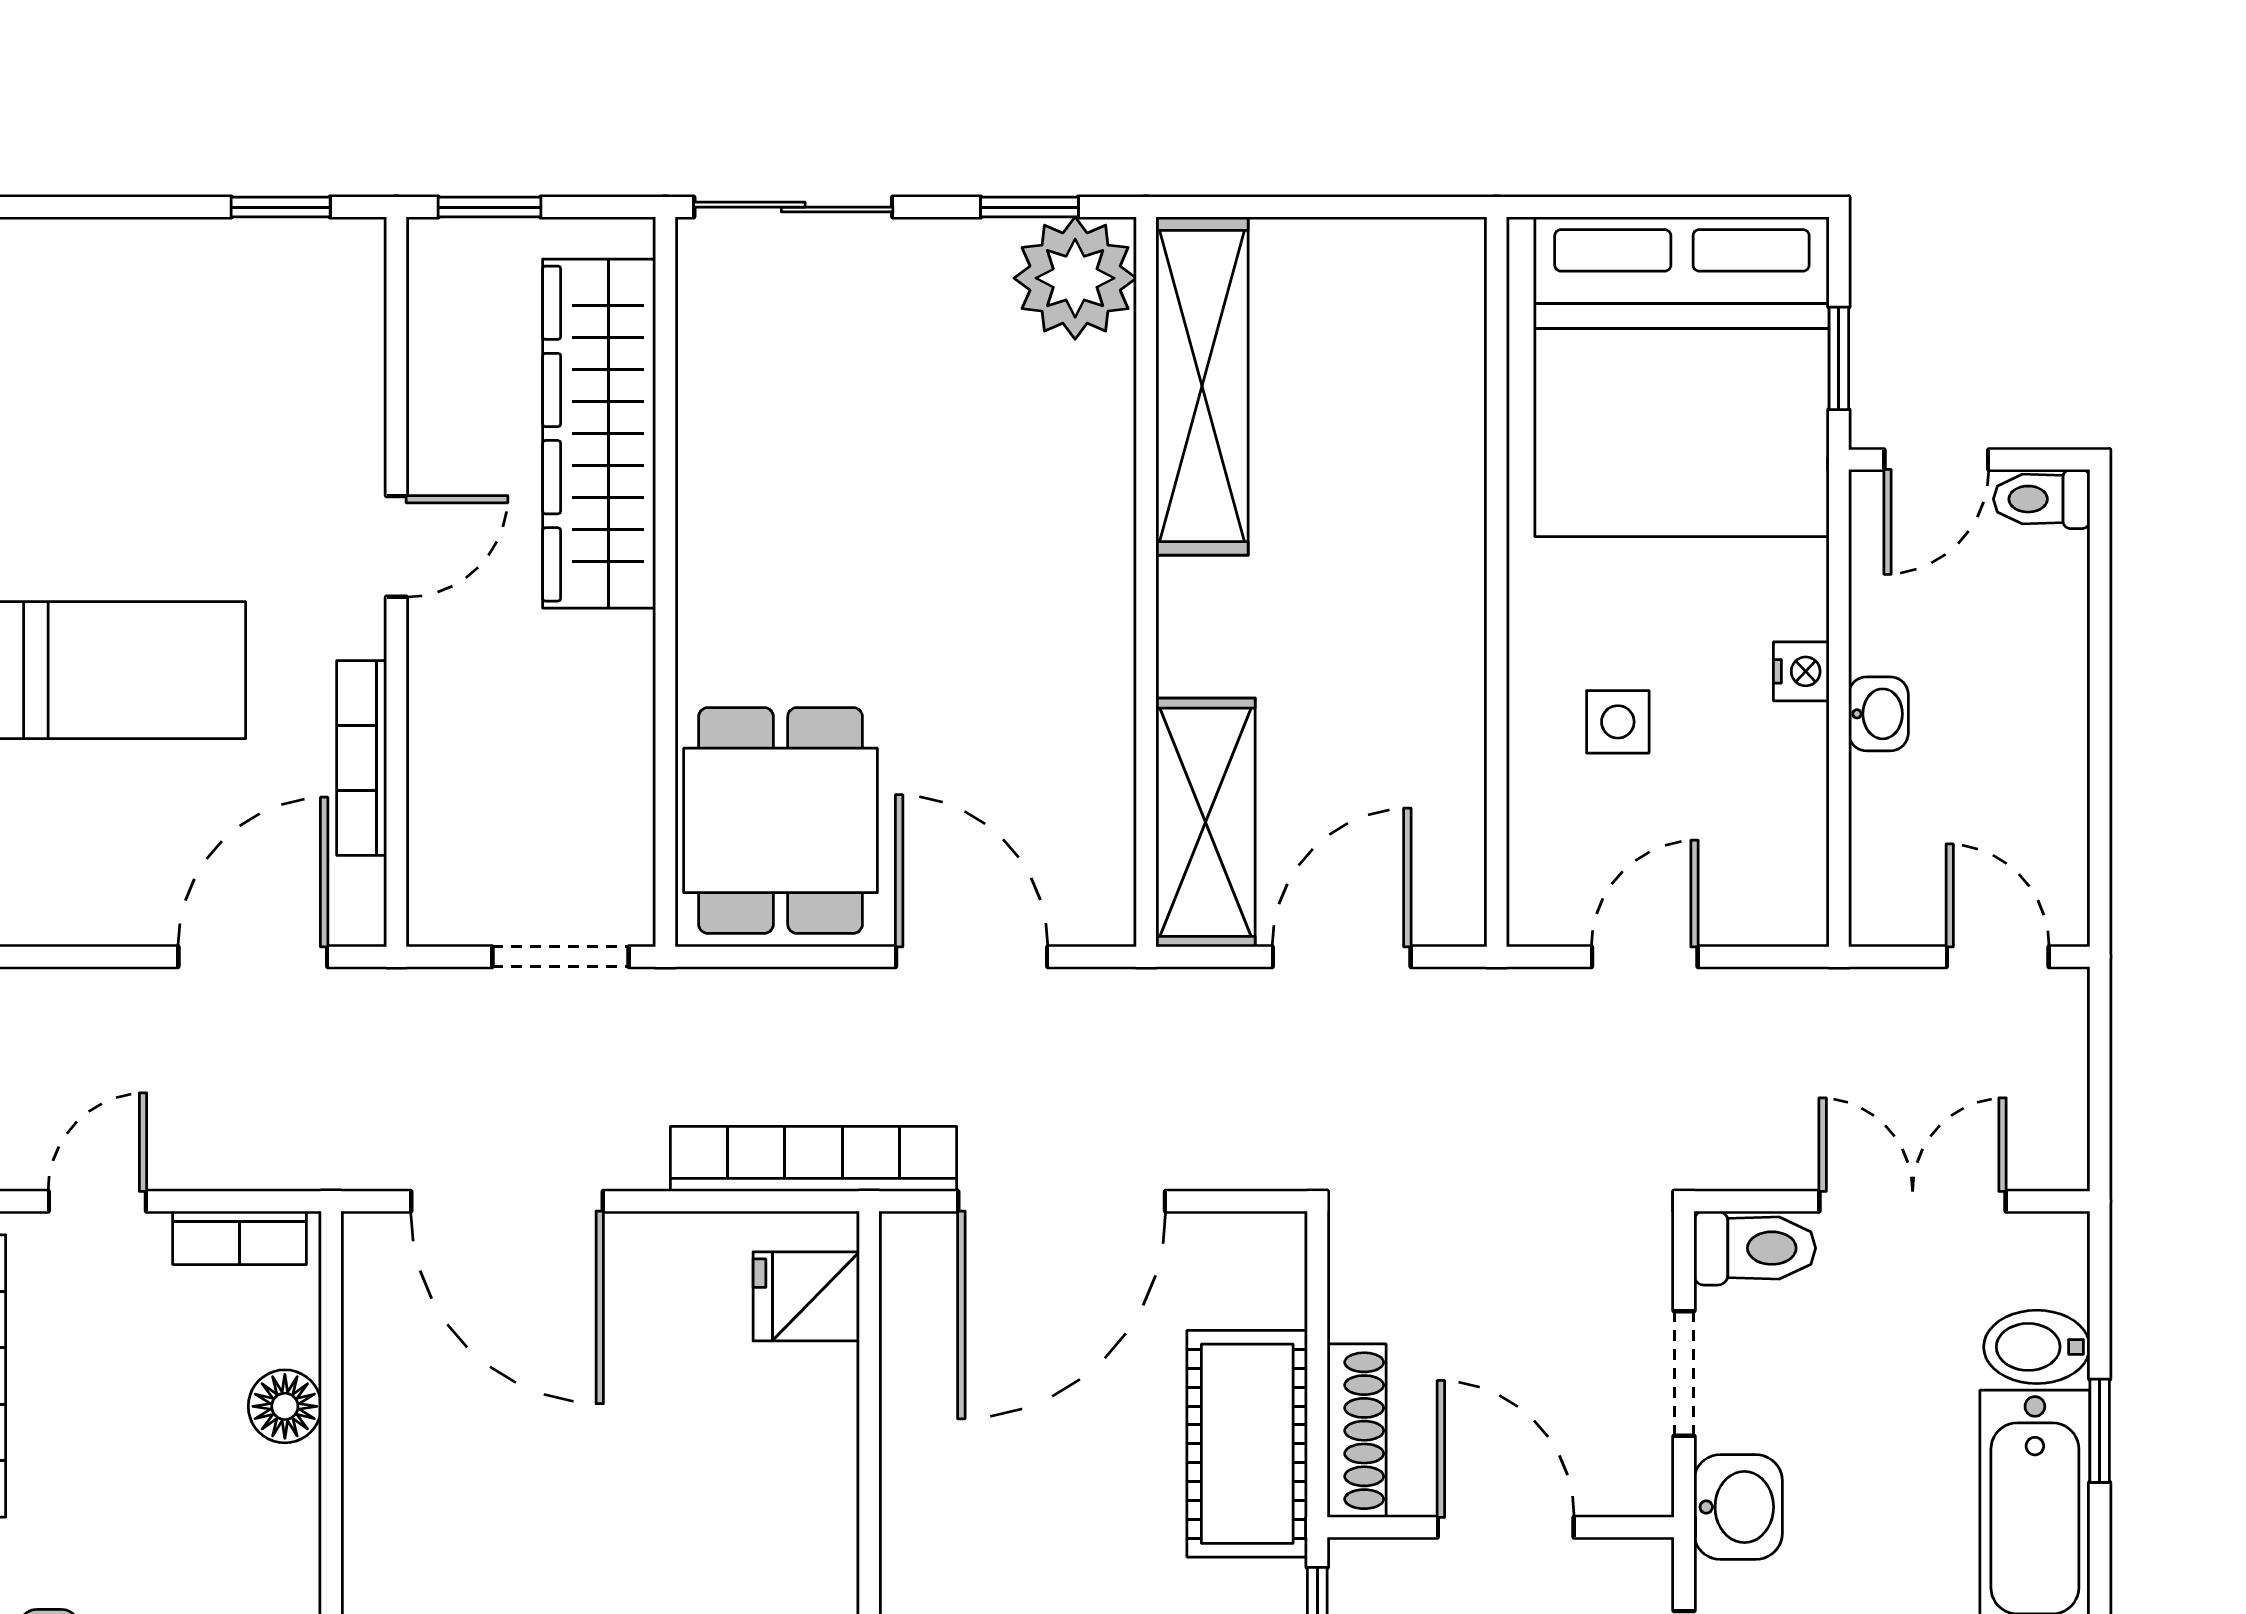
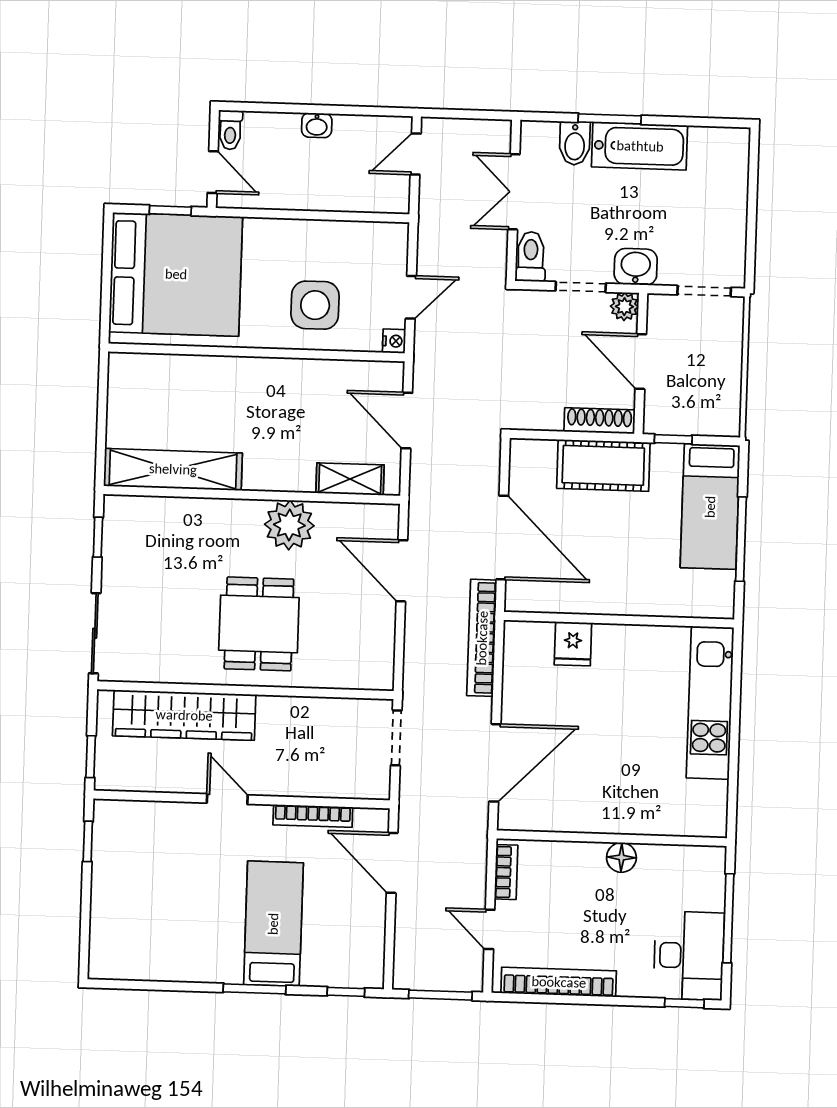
plant: (1075, 278) -> (289, 525), moved
nightstand: (1801, 671) -> (394, 341), moved, turned 90
washbasin: (1878, 714) -> (317, 125), moved, turned 180
side table: (1618, 722) -> (315, 305), width x1.87, depth x1.87
dining table: (781, 820) -> (259, 624), moved, turned 90
shelving: (1206, 822) -> (350, 479), width x0.67, depth x0.75
door: (972, 957) -> (402, 571), hinge flipped
door: (1645, 957) -> (411, 297), swing flipped
fridge: (806, 1296) -> (573, 644), moved
floor lamp: (285, 1406) -> (621, 857), moved
window: (2100, 1431) -> (610, 119), width x1.50
plant: (1639, 1483) -> (624, 307), added
door: (1506, 1527) -> (641, 361), hinge flipped

